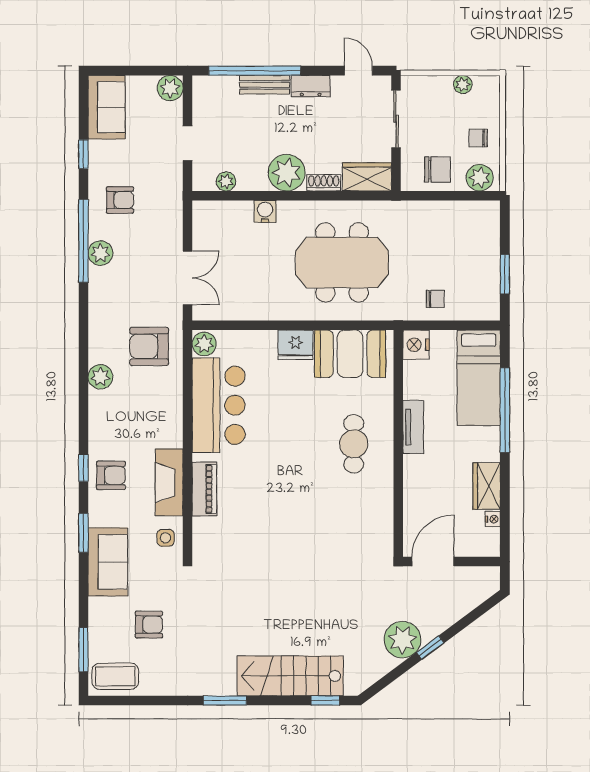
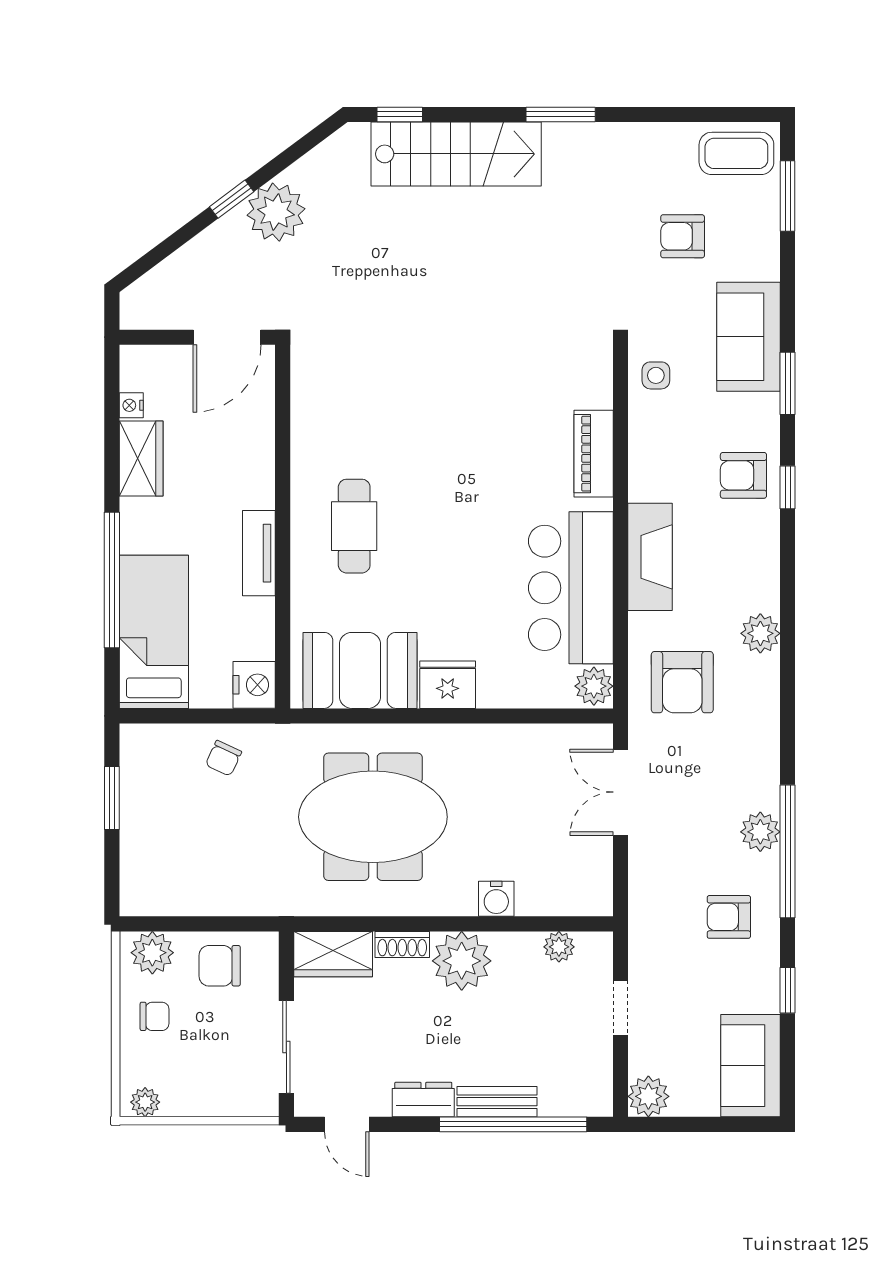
plant: (463, 84) -> (145, 1102), moved
chair: (435, 299) -> (223, 758), turned -65
armchair: (149, 346) -> (682, 682), turned 90
fireplace: (169, 482) -> (650, 557), moved

